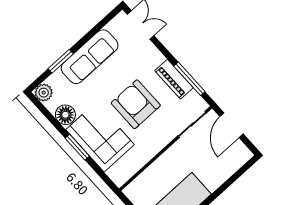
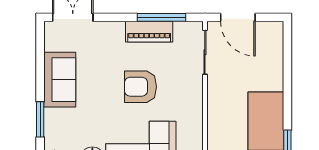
sofa: (90, 57) -> (60, 80), width x0.73
armchair: (136, 104) -> (140, 87), width x0.73, depth x0.73

